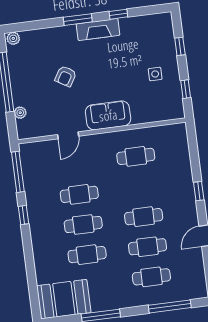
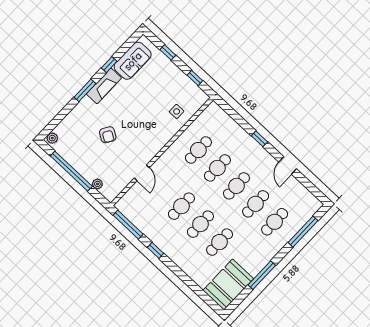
side table: (155, 74) -> (177, 111), moved
sofa: (108, 115) -> (133, 61), moved, turned 180
cafe table: (140, 187) -> (217, 168), added

